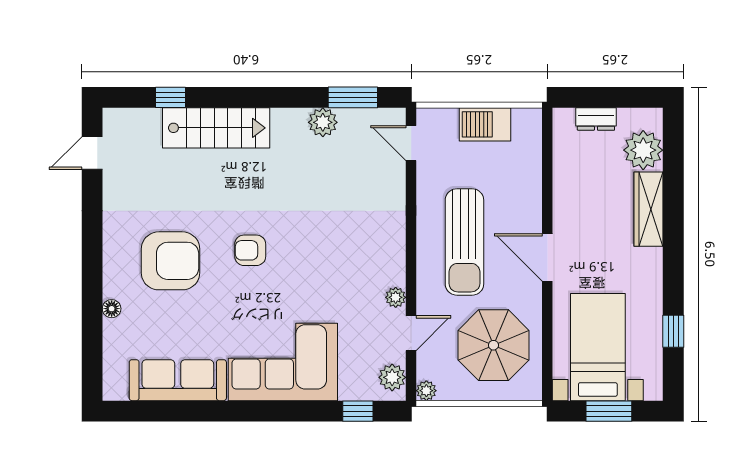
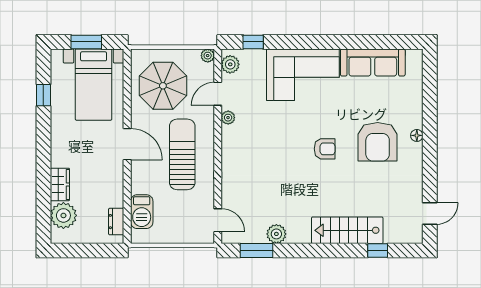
dresser: (596, 119) -> (116, 222), moved, turned -90
barbecue: (485, 124) -> (142, 212), moved, turned 90
wardrobe: (649, 209) -> (60, 184), width x0.67
armchair: (171, 261) -> (378, 142), turned -90
floor lamp: (112, 309) -> (417, 135), moved

